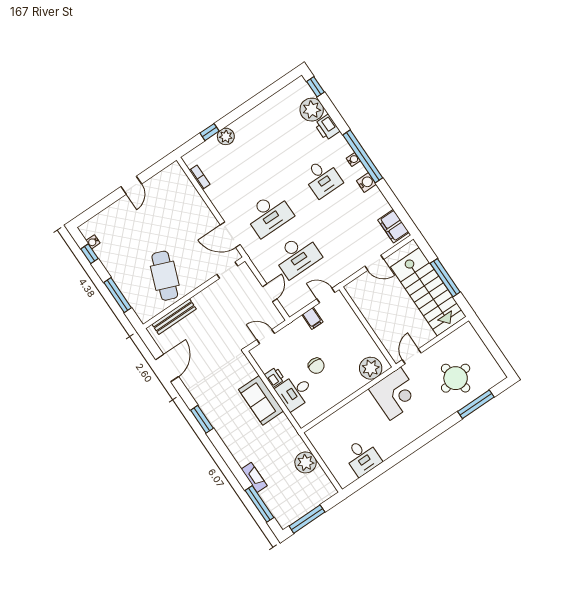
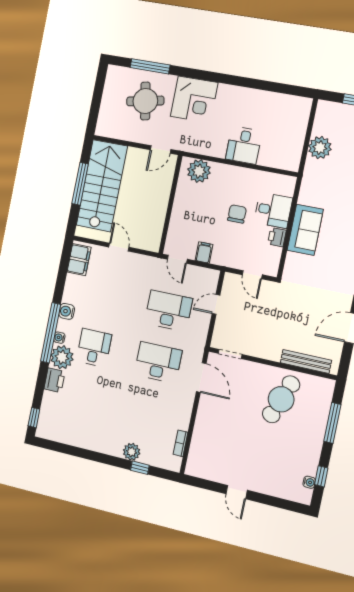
plant: (312, 110) -> (62, 357), moved
door: (131, 185) -> (237, 492), swing flipped
corner desk: (395, 394) -> (194, 99), moved, turned 180
desk: (362, 457) -> (244, 145), moved, turned 180

